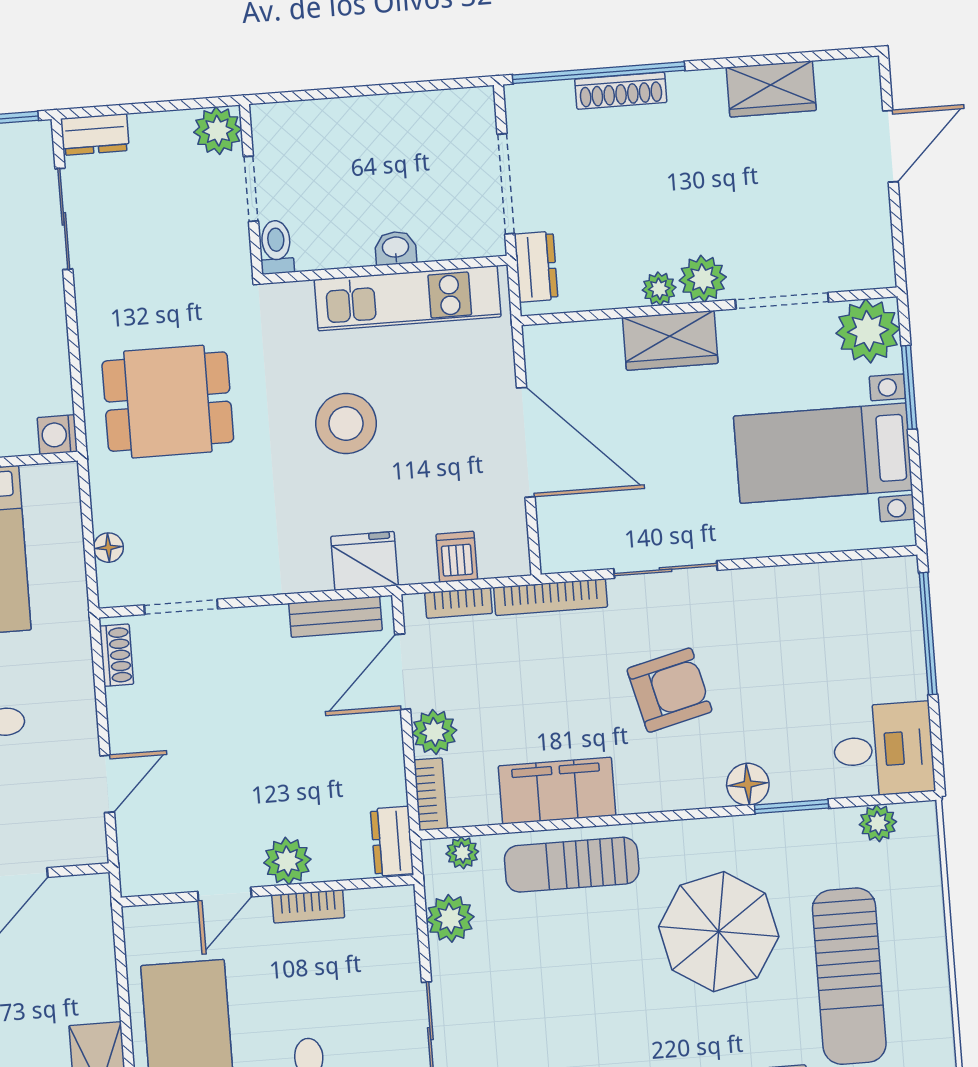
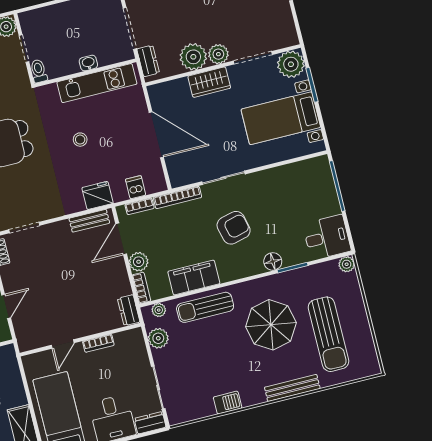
plant: (659, 289) -> (193, 57), width x1.87, depth x1.87
stool: (346, 423) -> (80, 140), width x0.53, depth x0.53
plant: (878, 823) -> (347, 264), moved
plant: (287, 861) -> (86, 326), removed

